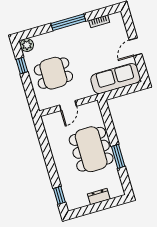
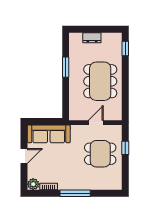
plant: (27, 45) -> (33, 184), moved
window: (22, 66) -> (125, 148), moved
dining table: (91, 149) -> (100, 81), moved

